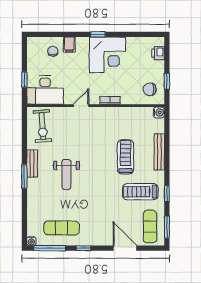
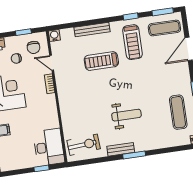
chair: (53, 51) -> (16, 58), moved
door: (81, 106) -> (52, 63), moved

